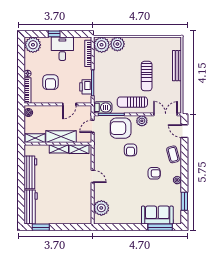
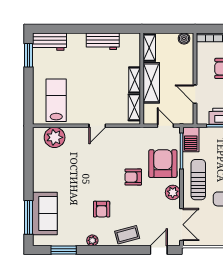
workbench: (30, 172) -> (103, 41), width x0.73
workbench: (31, 207) -> (50, 42), width x0.73
lab bench: (74, 207) -> (56, 100), added

